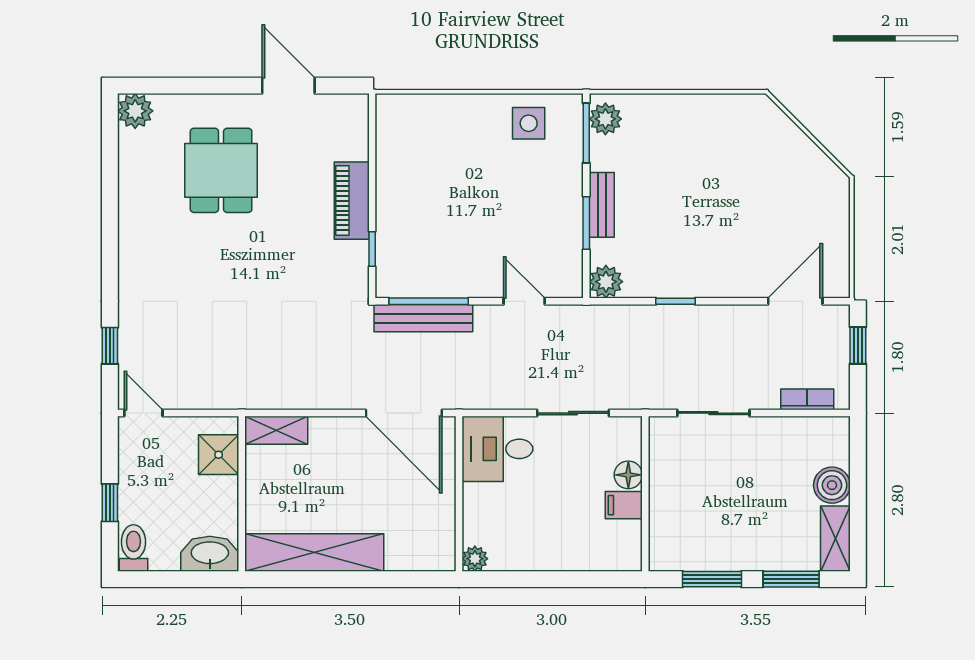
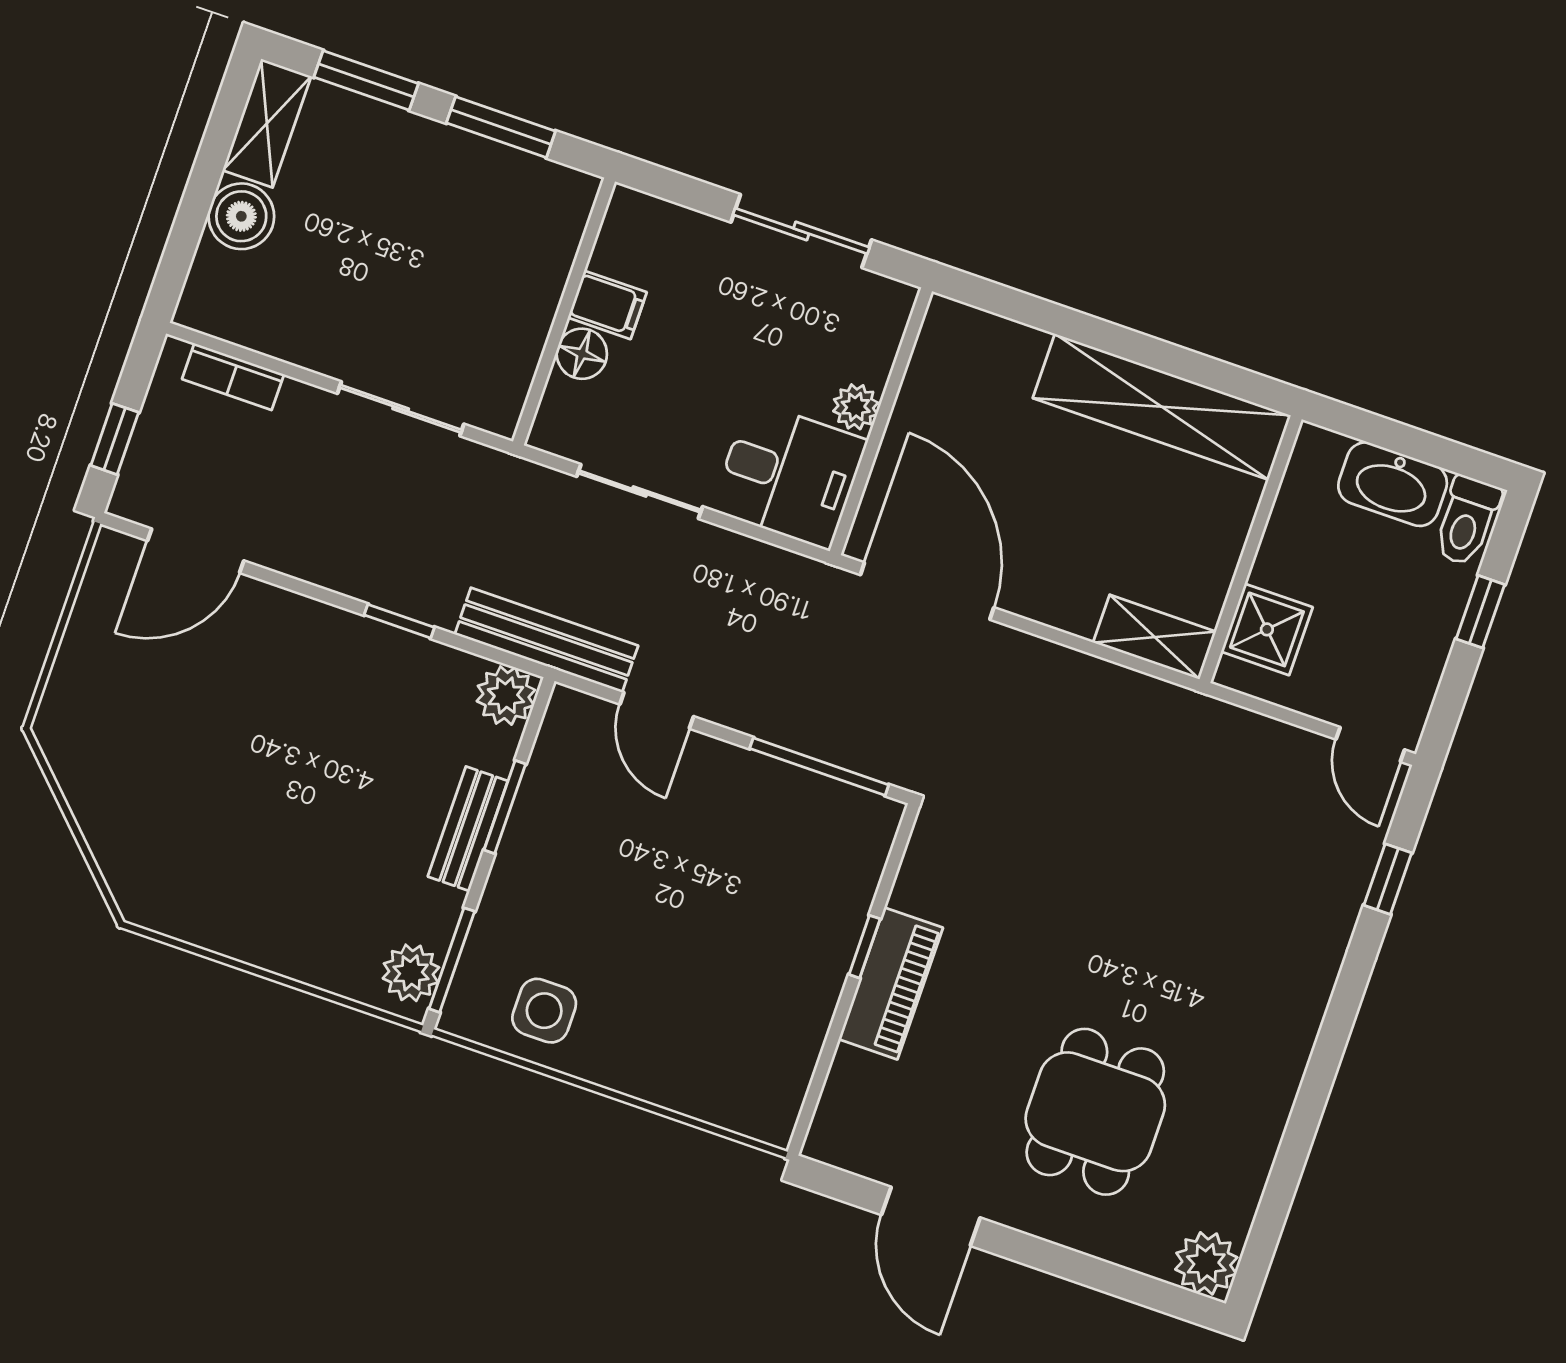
window: (372, 249) -> (865, 947), moved
bench: (423, 318) -> (546, 640), moved
washbasin: (210, 554) -> (1393, 484), moved
plant: (475, 559) -> (856, 407), moved
sliding door: (535, 579) -> (801, 231), added

